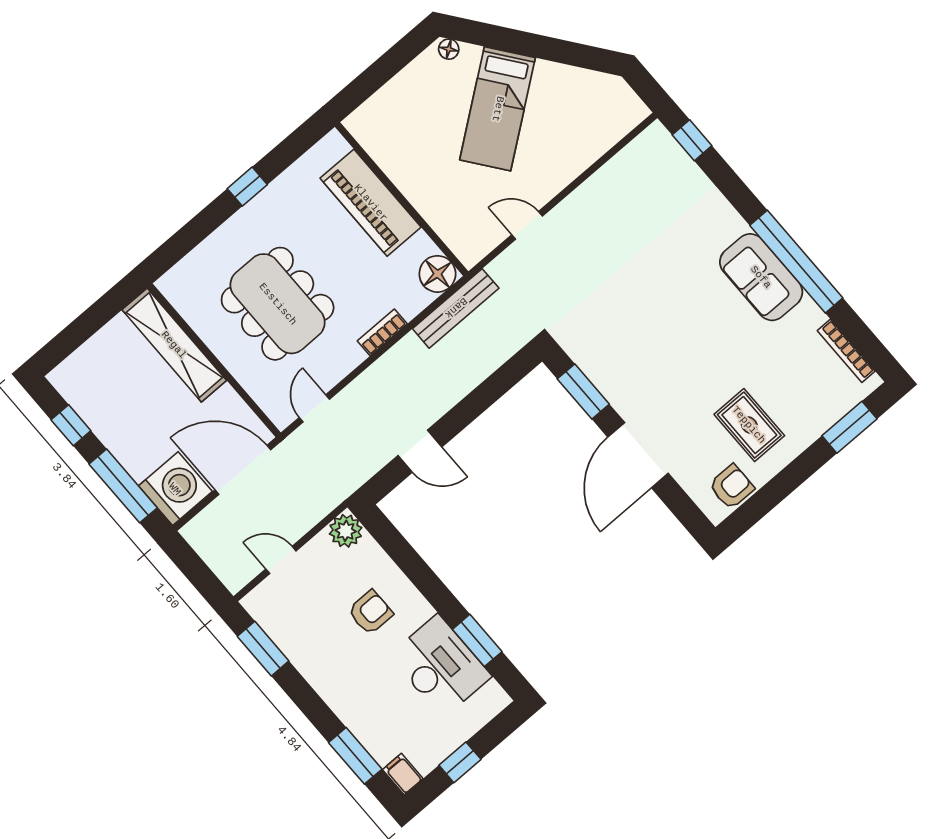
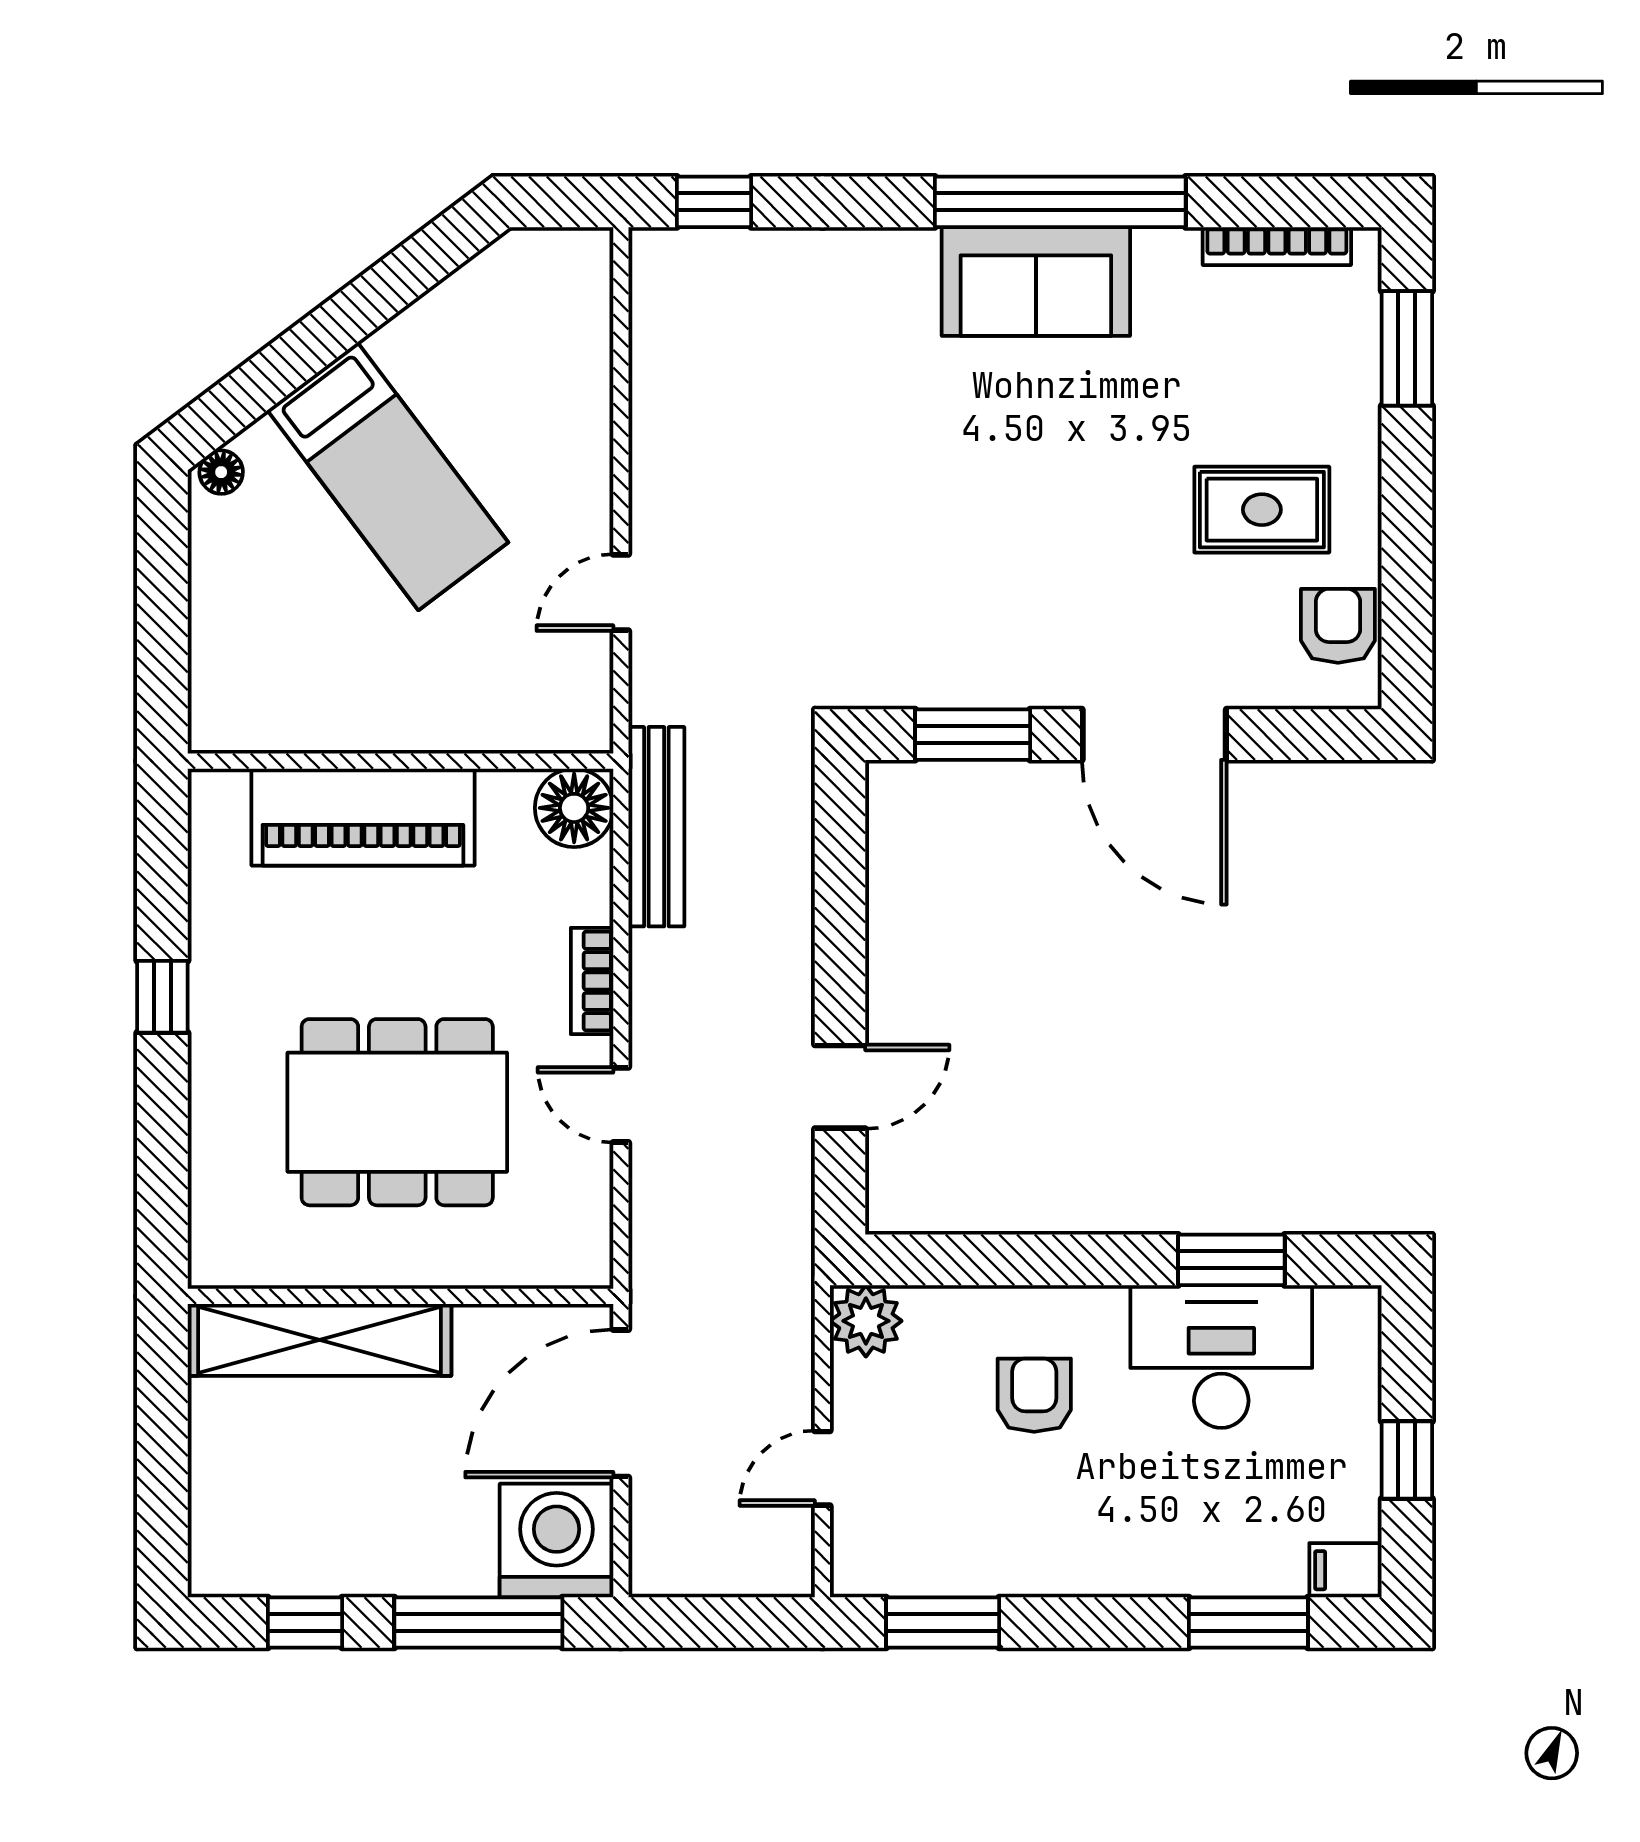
door: (314, 408) -> (621, 1105), moved

